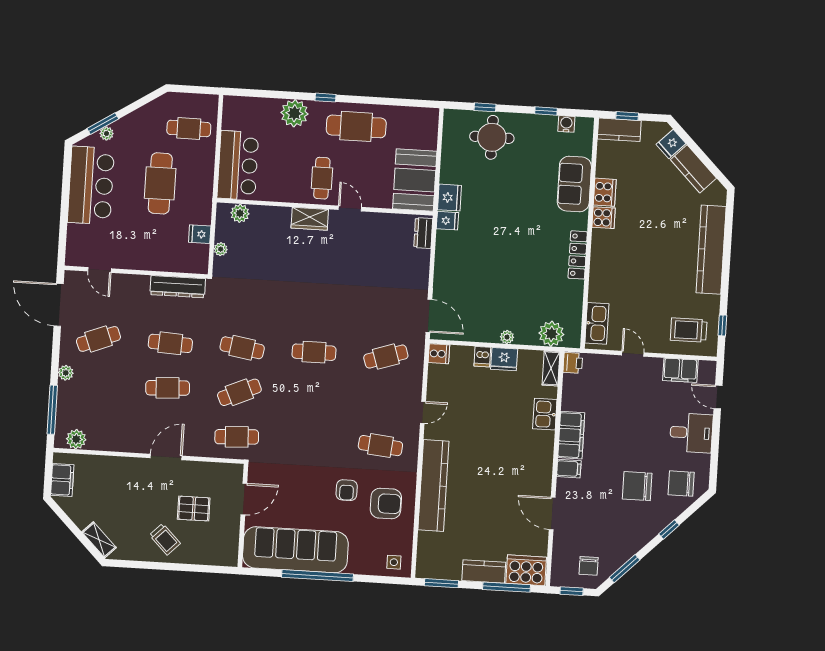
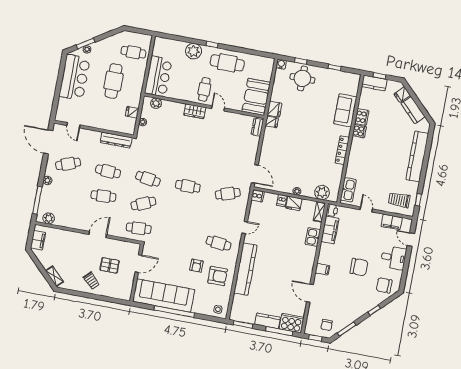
water cooler: (566, 124) -> (281, 64), moved
filing cabinet: (571, 435) -> (330, 230), moved
chair: (637, 486) -> (359, 267), moved, turned 180

